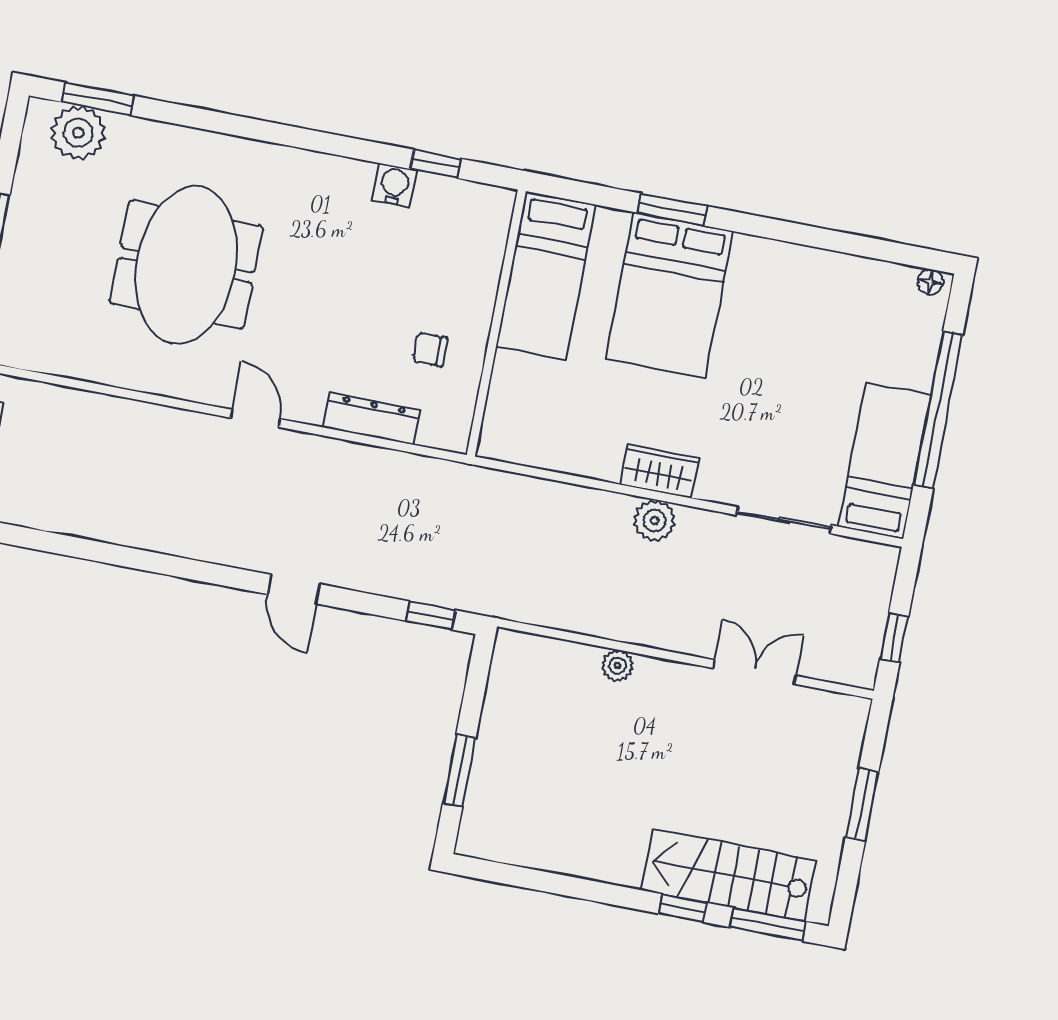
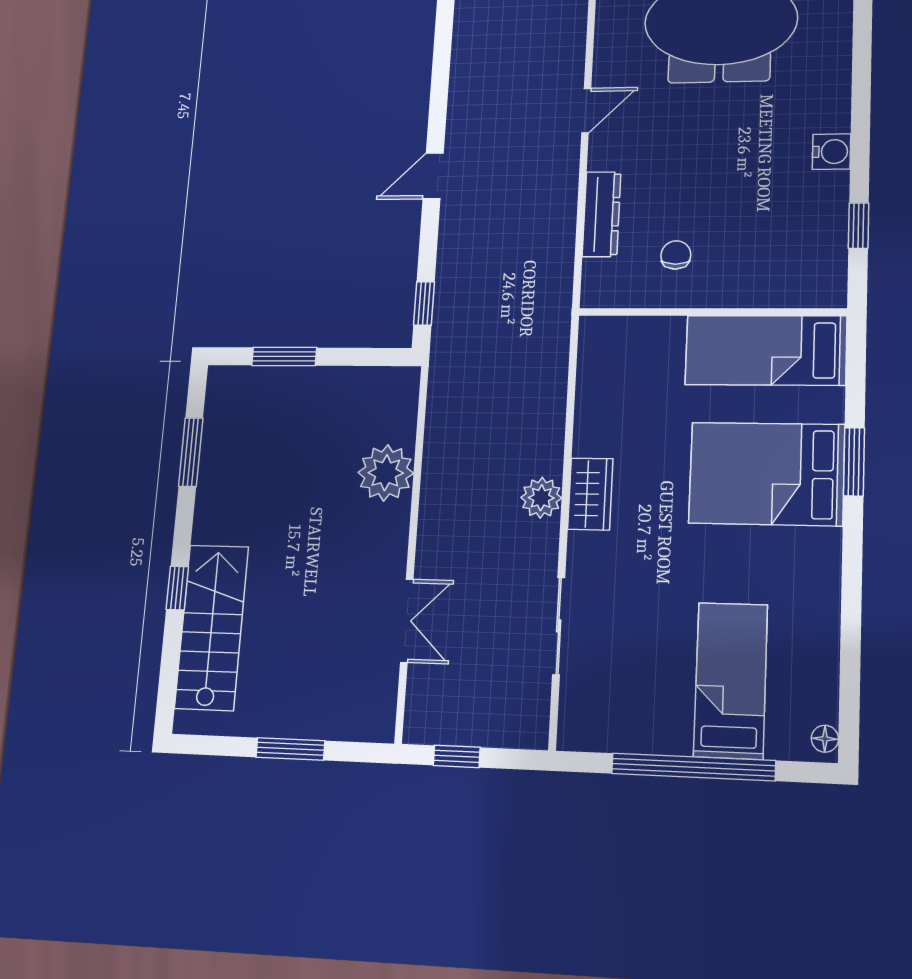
water cooler: (395, 185) -> (831, 152), moved
bed: (885, 461) -> (731, 680), moved, turned -90
plant: (617, 665) -> (386, 473), width x1.88, depth x1.88
window: (768, 924) -> (191, 452), moved

